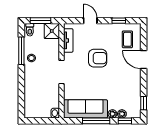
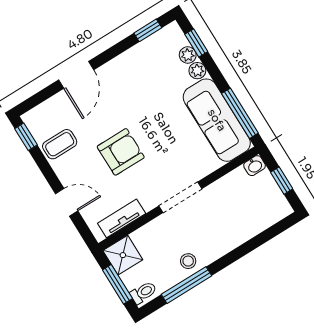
door: (90, 21) -> (67, 202), swing flipped
window: (119, 21) -> (26, 137), moved
coffee table: (127, 39) -> (60, 144), moved
armchair: (98, 58) -> (121, 152), turned 90
window: (41, 121) -> (282, 181), added
window: (96, 121) -> (240, 113), moved

